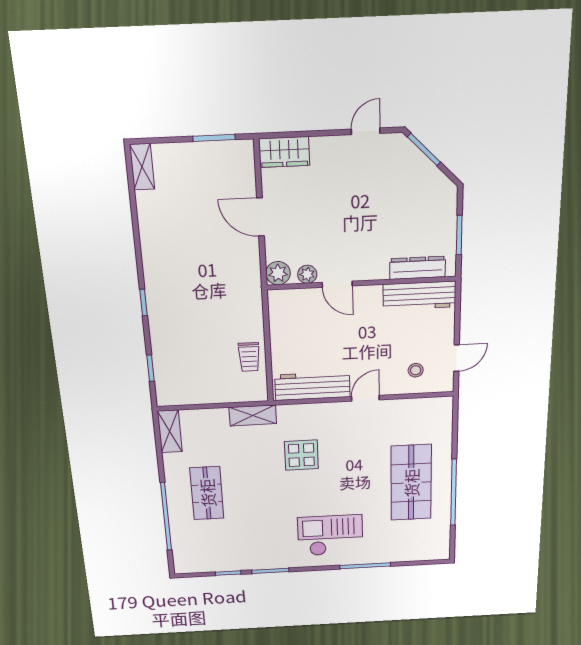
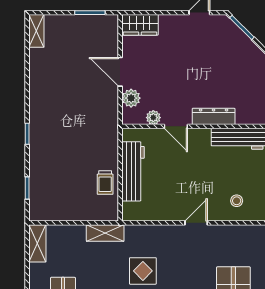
dresser: (418, 268) -> (214, 116), moved
plant: (278, 273) -> (131, 98), moved
workbench: (312, 386) -> (133, 171), moved, turned 90

